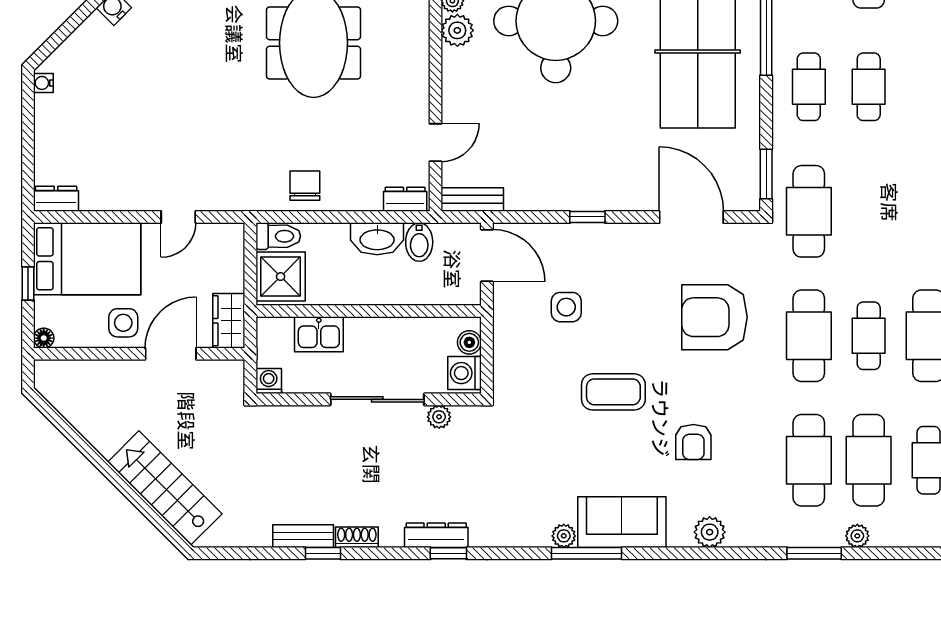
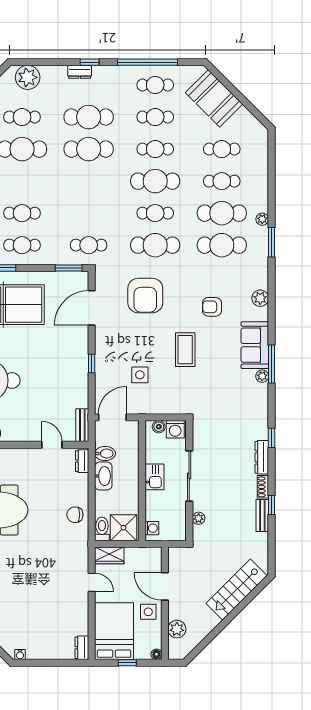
cafe table: (809, 211) -> (89, 245), width x0.73, depth x0.74
wardrobe: (229, 321) -> (109, 555), moved
kitchen sink: (319, 334) -> (154, 477), moved
plant: (91, 376) -> (177, 629), added
washing machine: (269, 381) -> (152, 528), moved, turned 180
plant: (439, 417) -> (199, 518), moved
armchair: (693, 442) -> (212, 307), turned 180
dresser: (436, 535) -> (262, 457), moved

